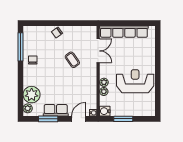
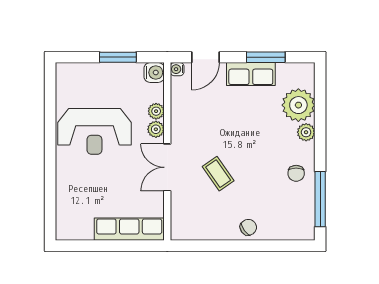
row of seats: (124, 32) -> (129, 229), width x0.73
double door: (98, 51) -> (167, 167), moved
plant: (28, 108) -> (306, 132), moved

